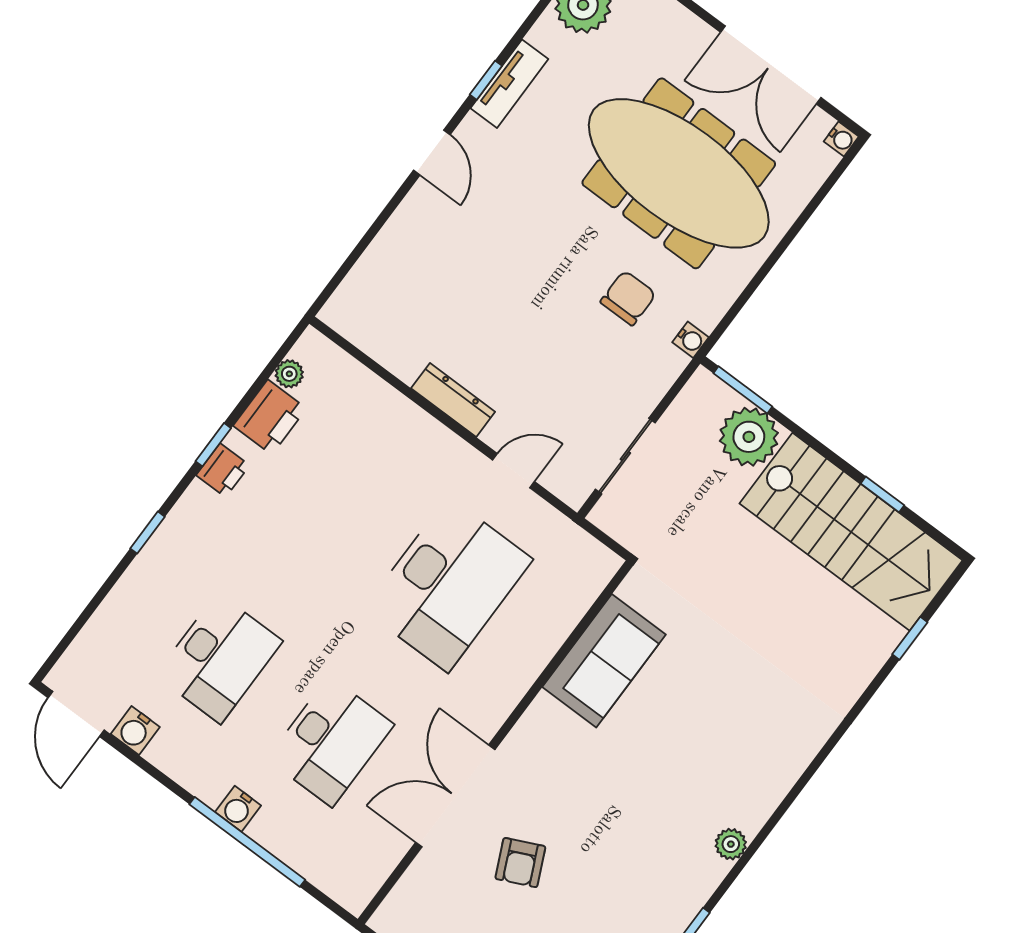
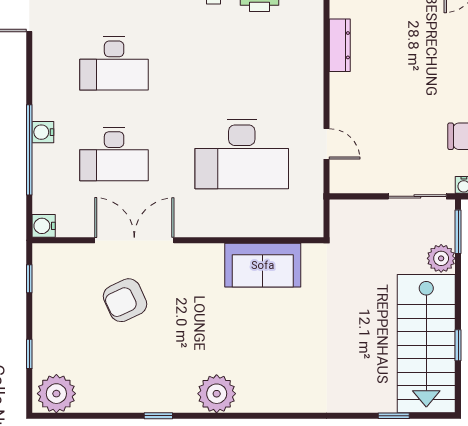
dresser: (453, 400) -> (340, 45), moved
plant: (749, 437) -> (441, 258), width x0.73, depth x0.73
sliding door: (625, 456) -> (417, 196), moved
water cooler: (135, 730) -> (44, 226), moved
plant: (731, 844) -> (217, 394), width x1.88, depth x1.88
armchair: (520, 863) -> (125, 300), width x1.38, depth x1.38

